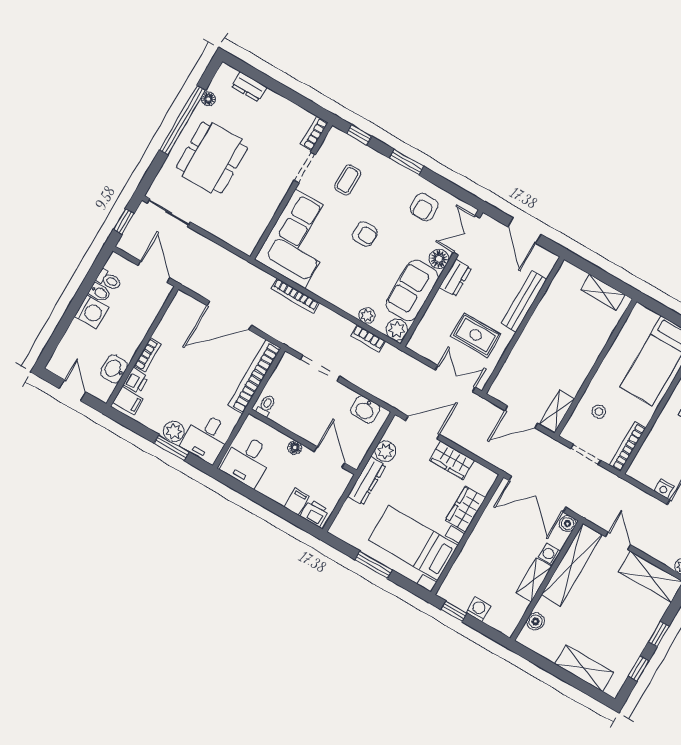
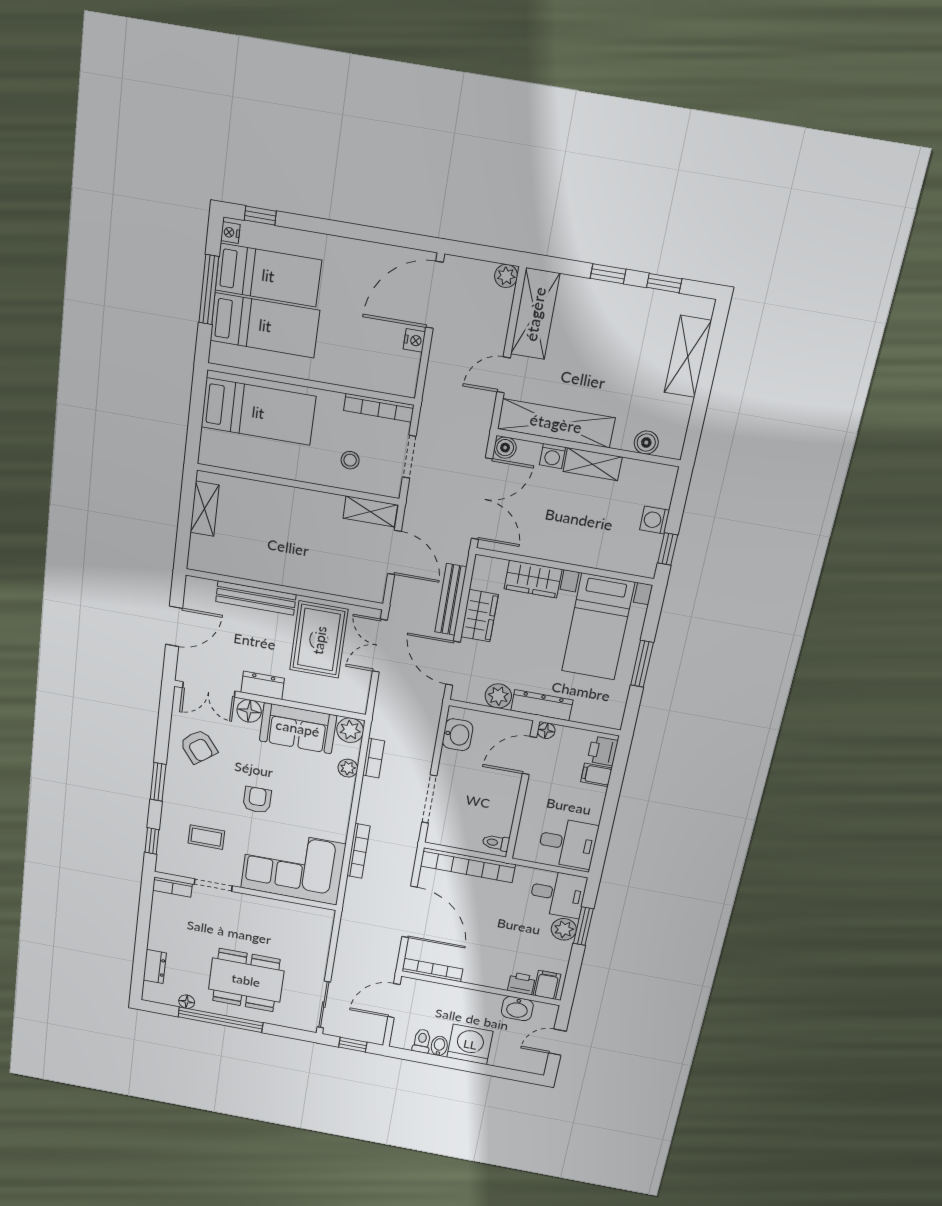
armchair: (424, 207) -> (199, 747), turned 52
washing machine: (91, 312) -> (470, 1044), width x1.37, depth x1.37
rug: (476, 335) -> (319, 640), width x1.36, depth x1.43
bookcase: (147, 355) -> (432, 970), moved, width x1.56
bench: (472, 444) -> (451, 600), added
floor lamp: (295, 448) -> (546, 731), moved

